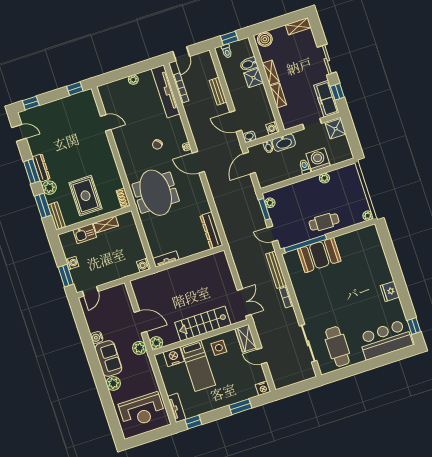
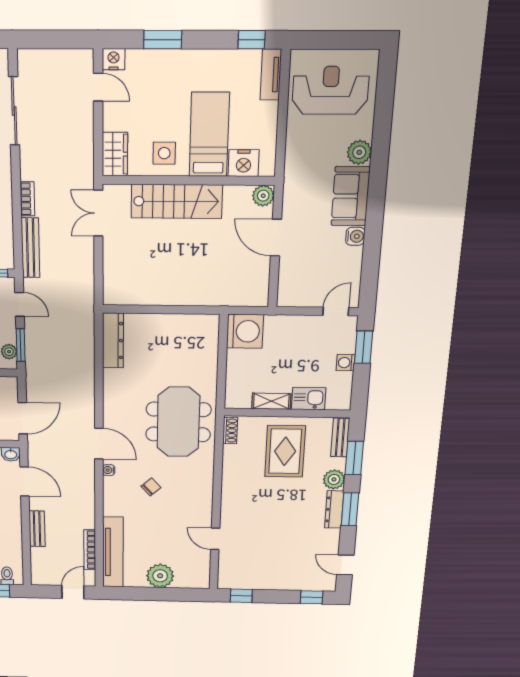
plant: (133, 80) -> (160, 576), width x1.88, depth x1.88
tv unit: (166, 259) -> (199, 321), removed
washing machine: (144, 265) -> (245, 331), width x1.89, depth x1.89
plant: (139, 348) -> (294, 196), removed
door: (262, 356) -> (98, 87), moved

